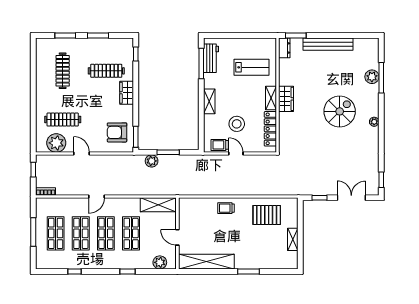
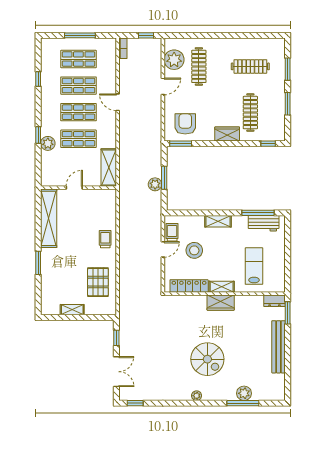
lab bench: (252, 67) -> (254, 266), turned 180
plant: (152, 161) -> (155, 184), moved
plant: (160, 262) -> (48, 143), moved

